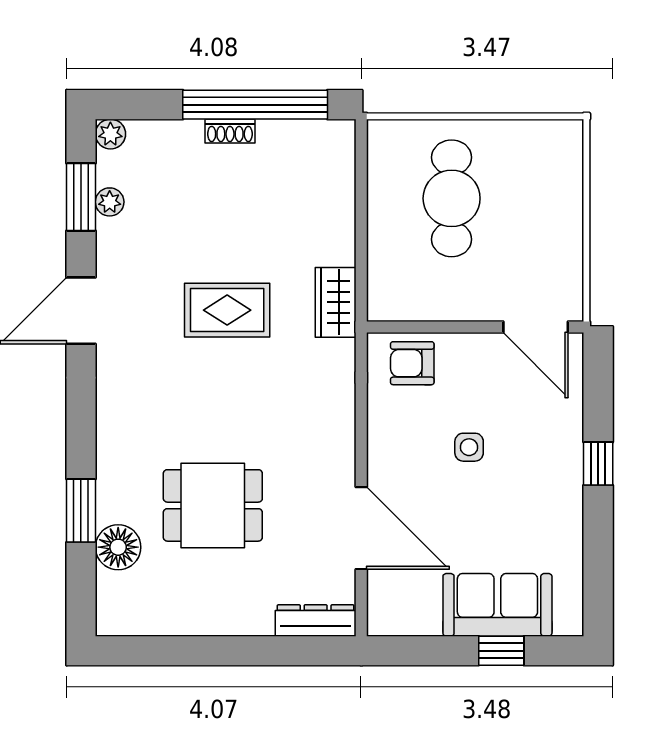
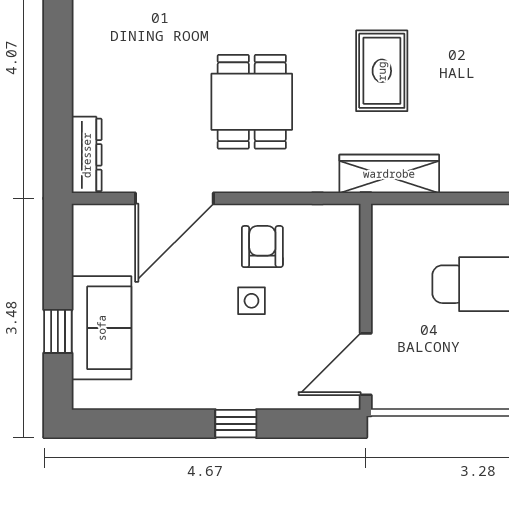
wardrobe: (336, 302) -> (389, 174), width x1.50
armchair: (412, 363) -> (262, 247), moved
dining table: (213, 505) -> (252, 102), moved

